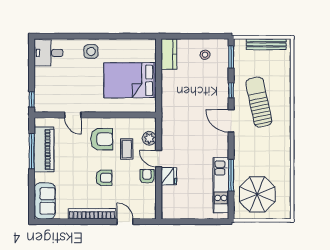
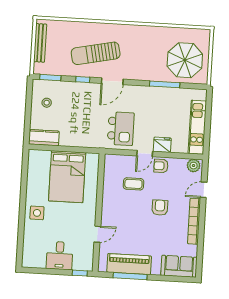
desk: (48, 53) -> (60, 256), moved
kitchen island: (183, 133) -> (121, 129), added
plant: (149, 138) -> (194, 166), moved
armchair: (102, 139) -> (122, 208), removed
kitchen unit: (221, 185) -> (197, 127), moved, turned 90

